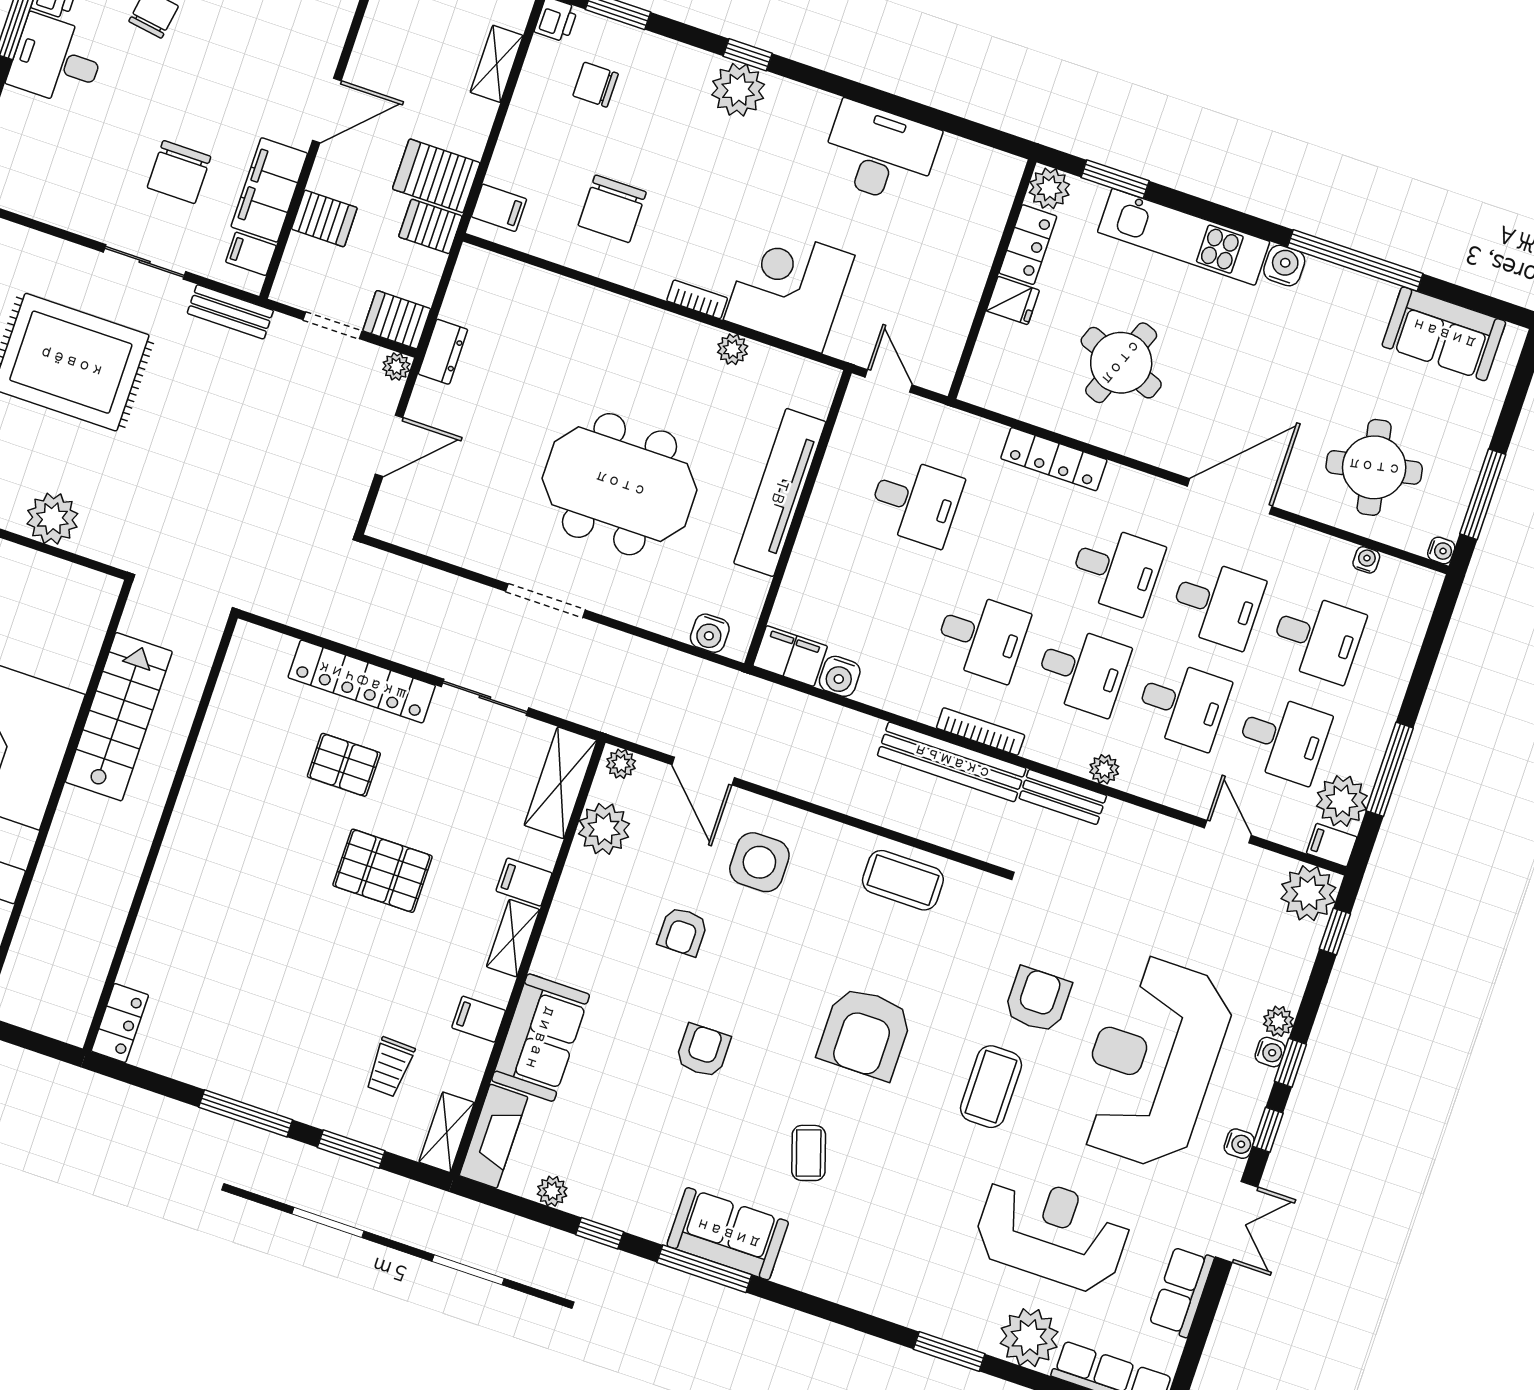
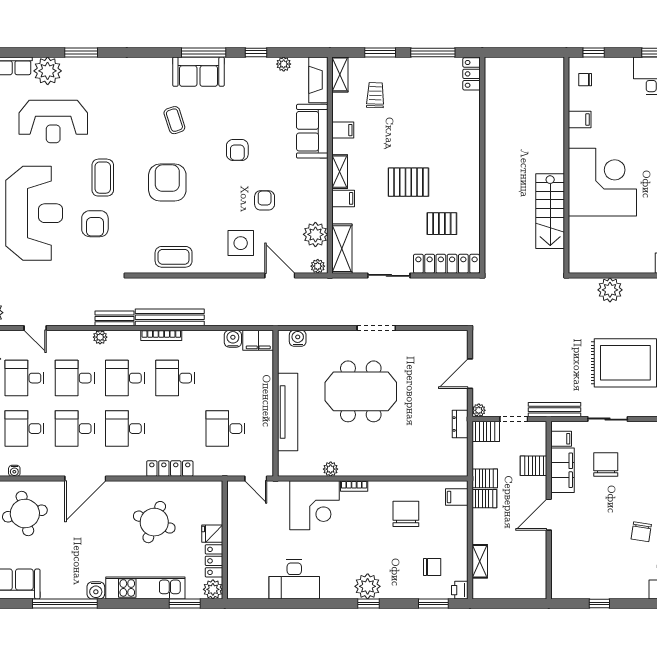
server rack: (436, 176) -> (484, 499), width x0.73, depth x0.70
bench: (230, 312) -> (555, 410), width x1.36
wall: (160, 833) -> (482, 165), moved
locker: (120, 1023) -> (472, 74), moved

